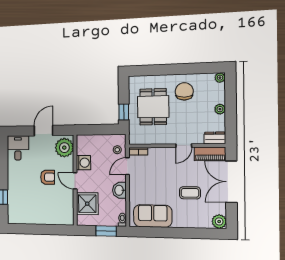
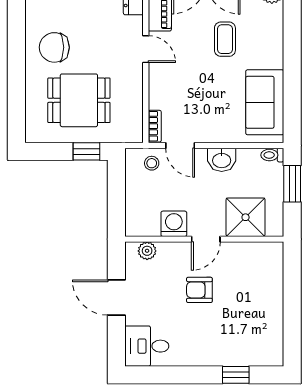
plant: (64, 148) -> (147, 251), width x0.53, depth x0.53
armchair: (48, 177) -> (199, 290), turned -90

